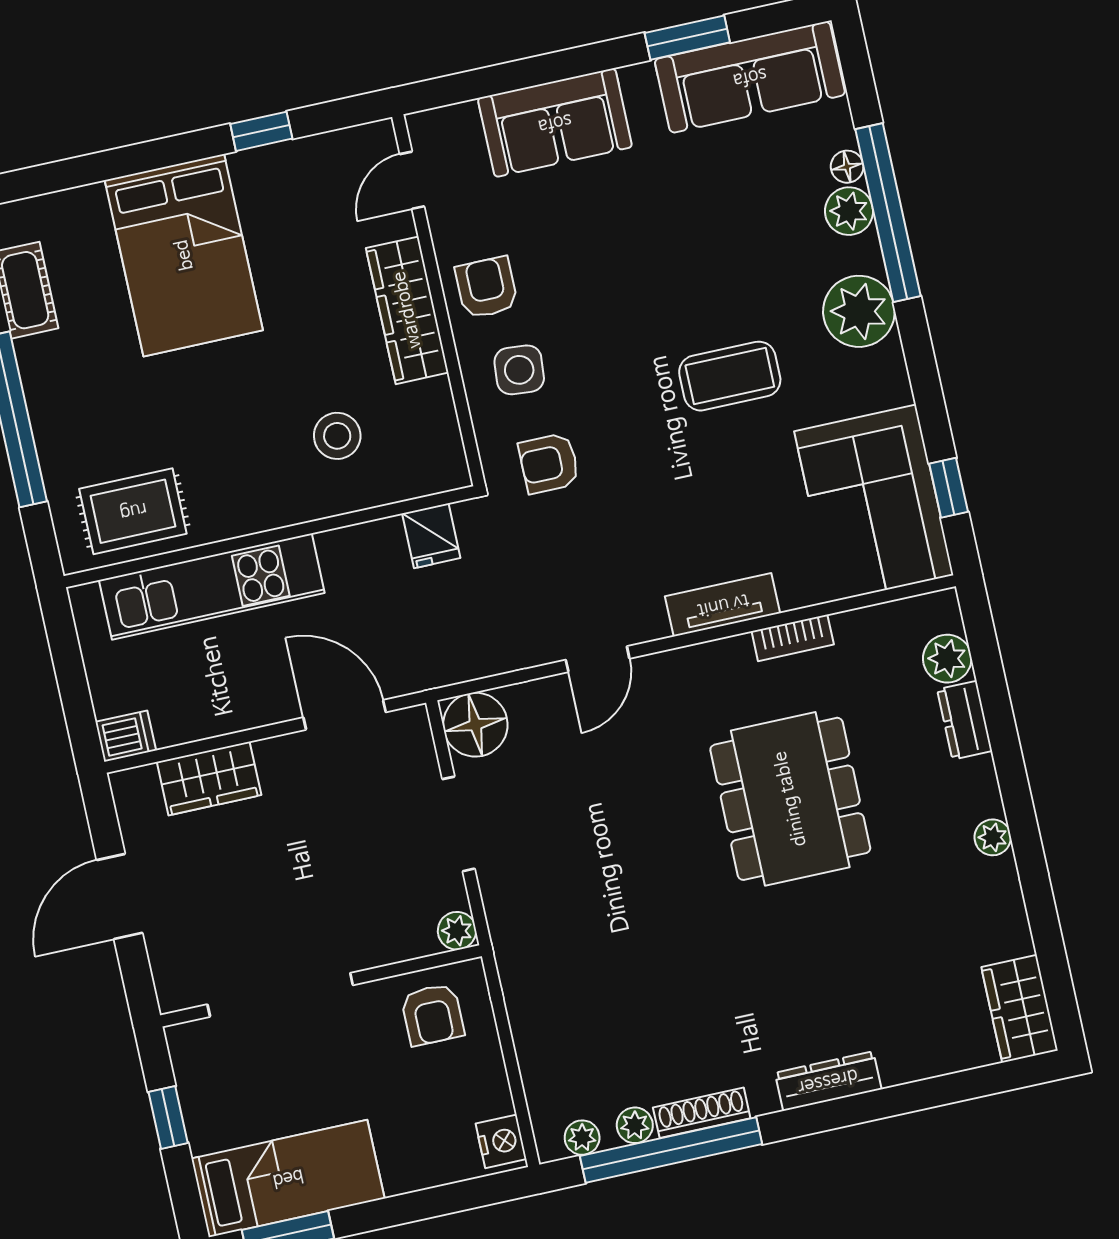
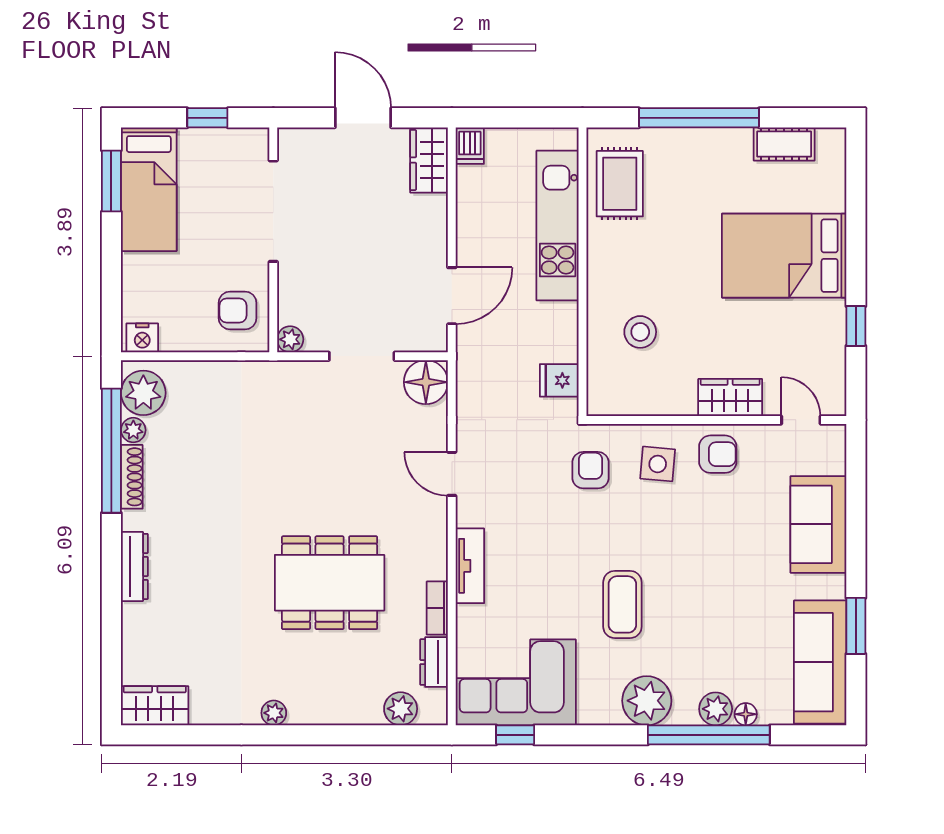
wardrobe: (407, 310) -> (730, 398), width x0.67
dresser: (965, 720) -> (434, 662), moved, turned -90
wardrobe: (209, 779) -> (429, 160), moved
plant: (582, 1138) -> (143, 393), width x1.87, depth x1.87

